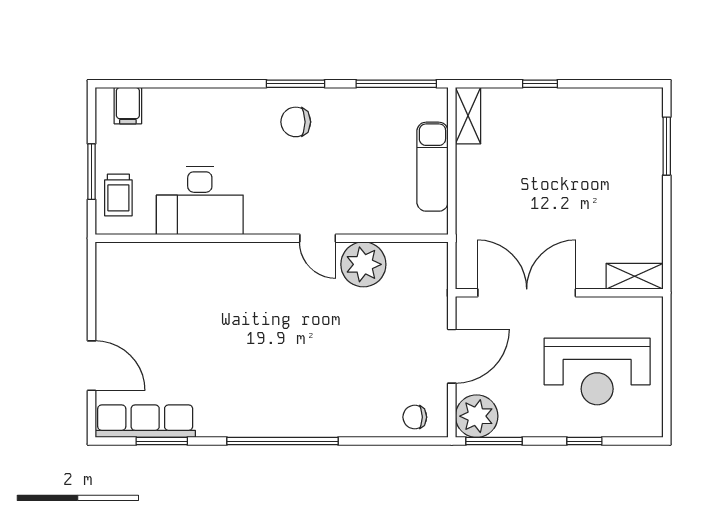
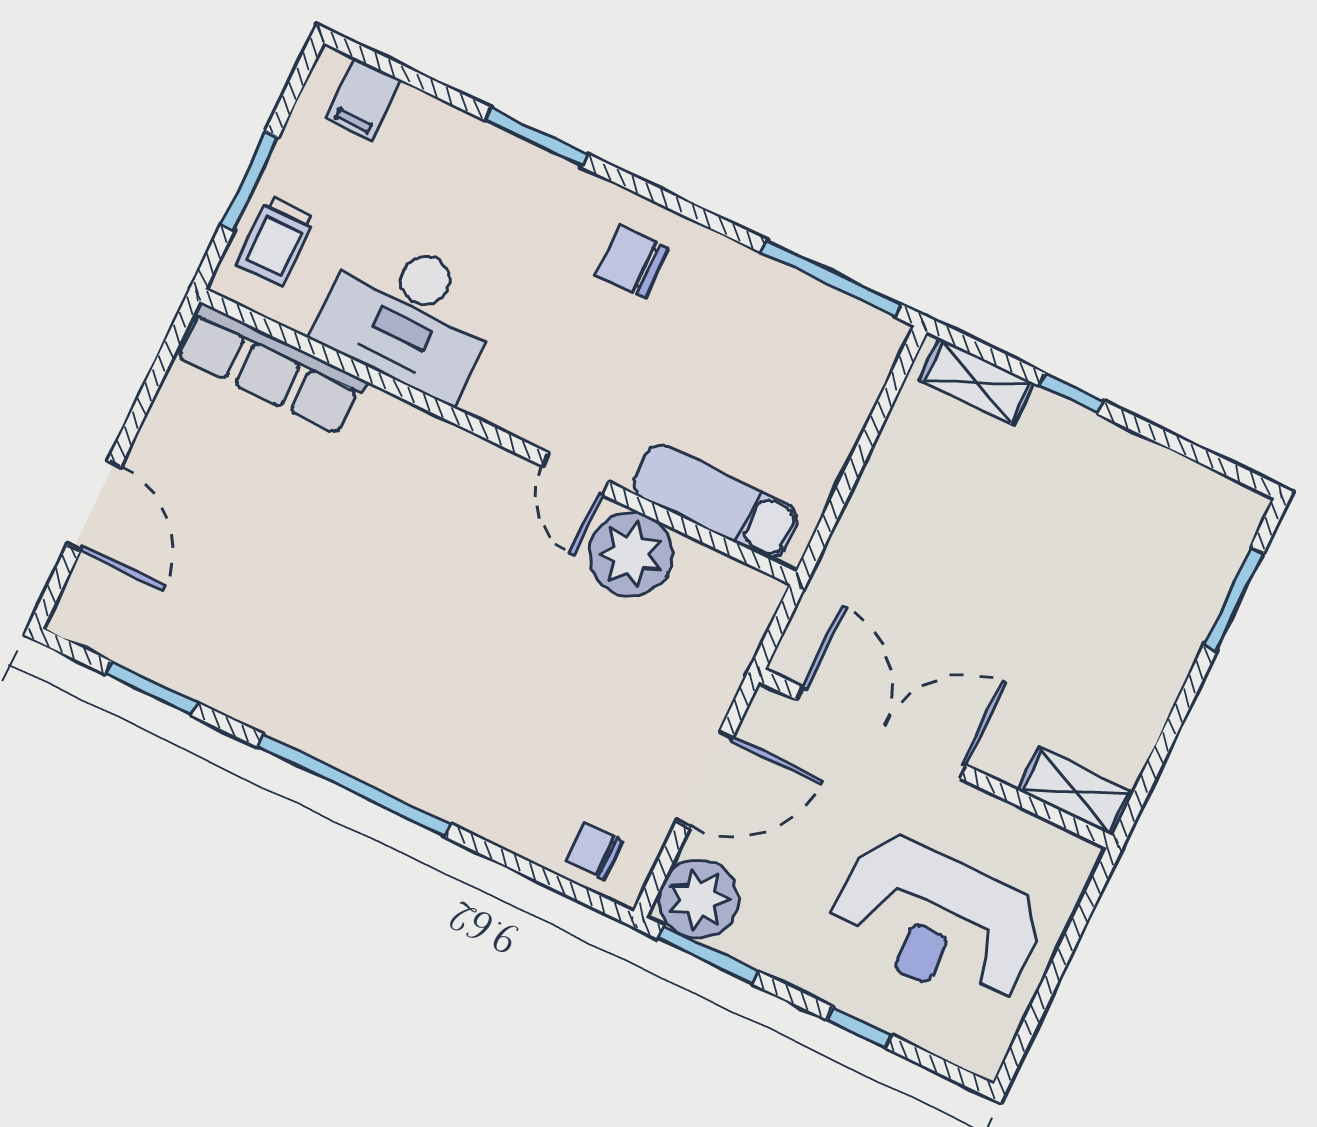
window: (296, 84) -> (537, 137), moved
shelving: (468, 116) -> (977, 382), moved, turned 90
exam couch: (432, 167) -> (715, 501), moved, turned 90
row of seats: (145, 421) -> (270, 369), moved, turned 180

